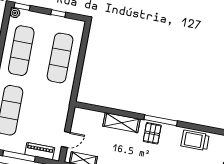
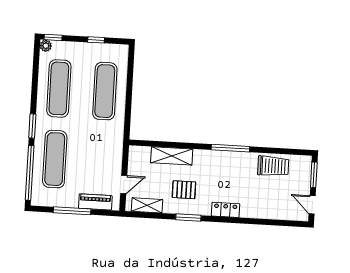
shelving: (121, 123) -> (172, 156), moved
pallet: (152, 133) -> (184, 190), moved, turned 90
trolley: (195, 140) -> (273, 166), turned 180

